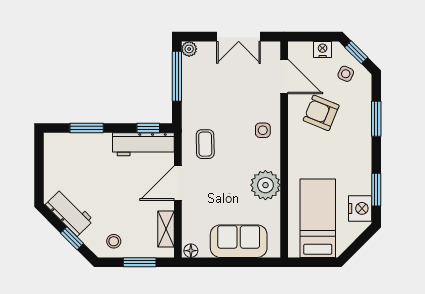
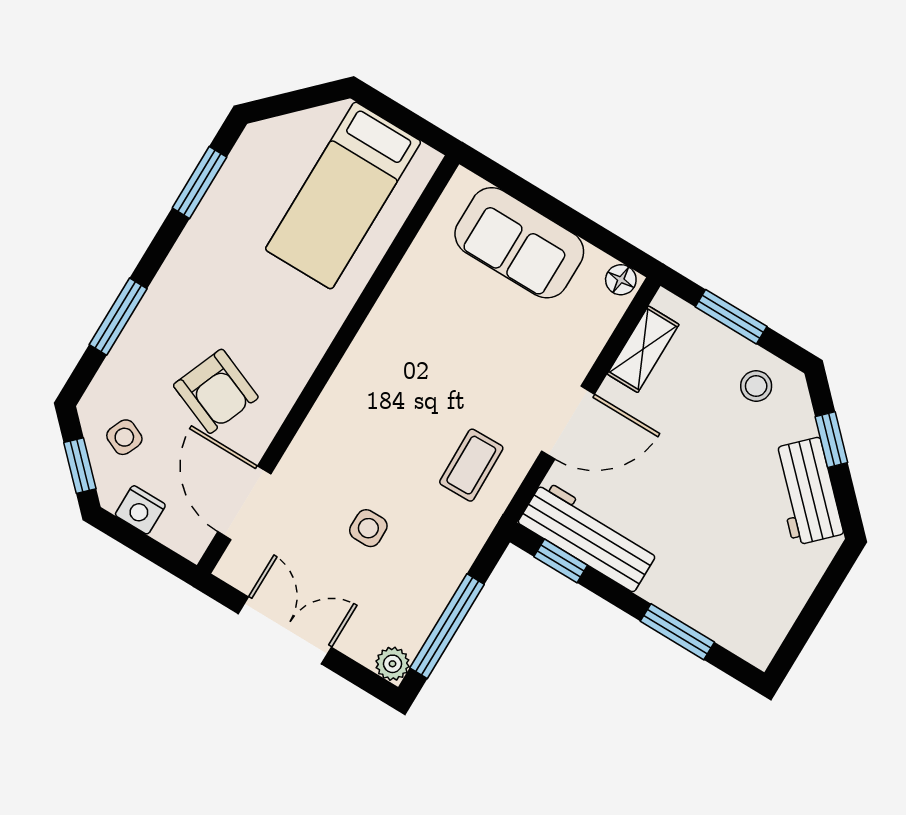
side table: (263, 130) -> (368, 528), moved
plant: (265, 185) -> (404, 318), removed
nightstand: (360, 208) -> (252, 166), removed

